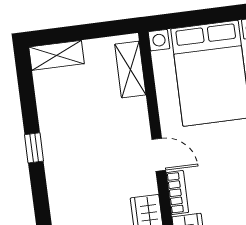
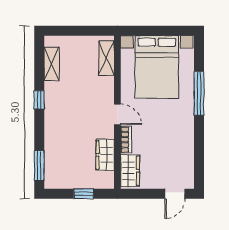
shelving: (57, 55) -> (52, 64), moved, turned 90

